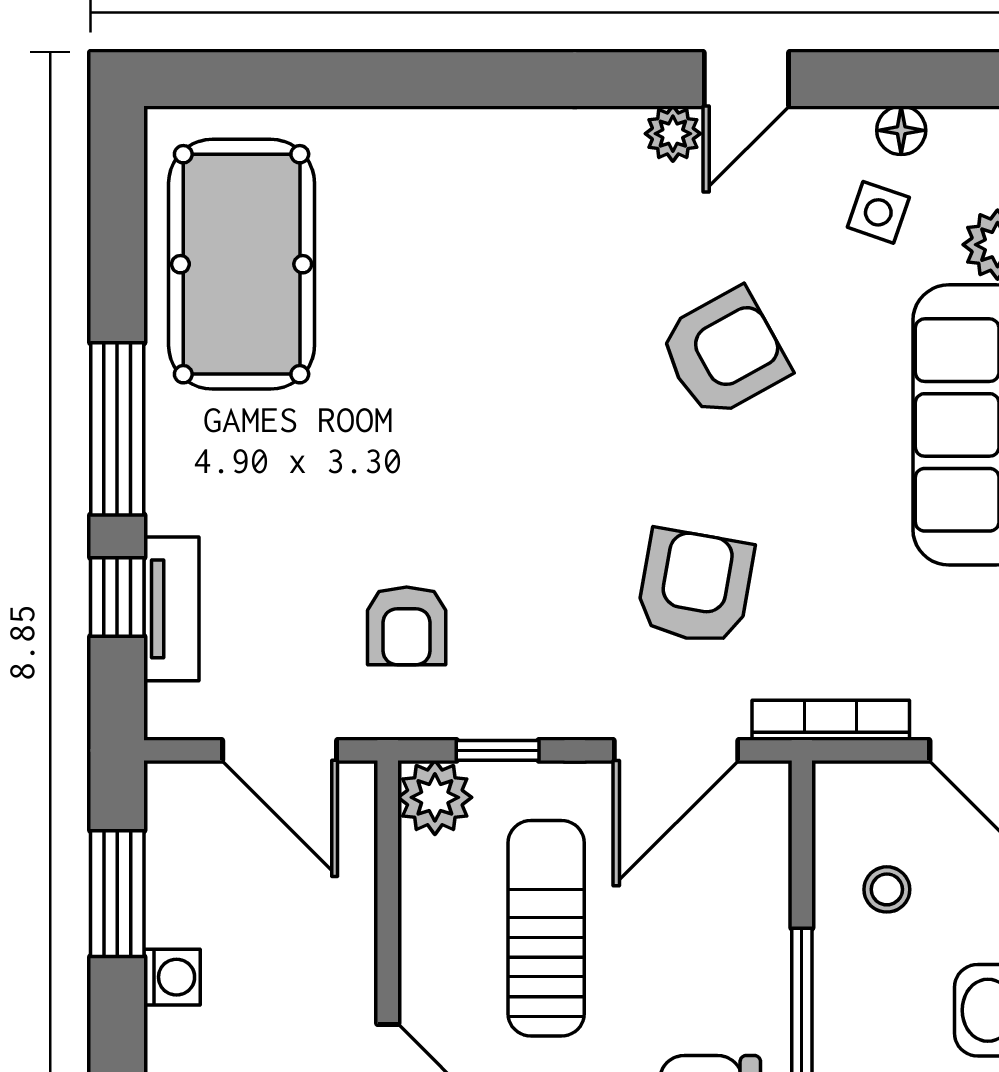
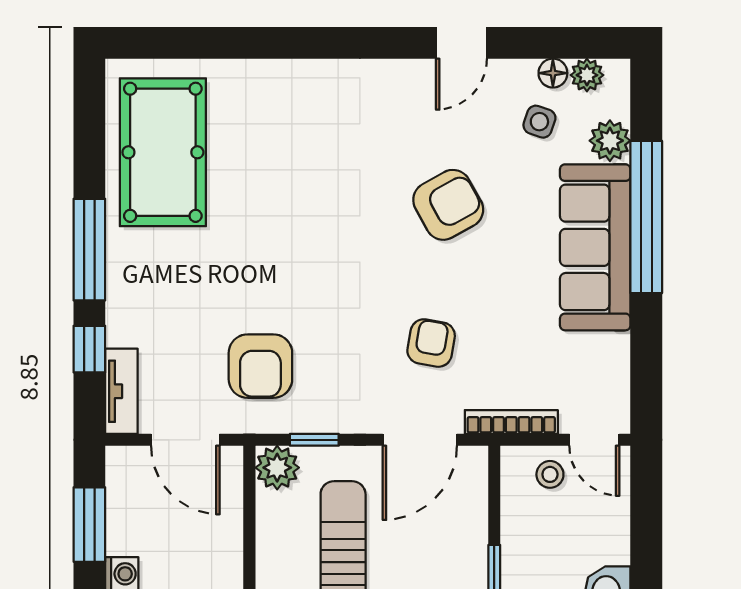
plant: (673, 134) -> (587, 75), moved
armchair: (695, 587) -> (431, 343), width x0.72, depth x0.72
tv unit: (171, 609) -> (121, 391), moved
armchair: (407, 626) -> (260, 366), width x1.38, depth x1.38
stool: (887, 889) -> (550, 474), moved

